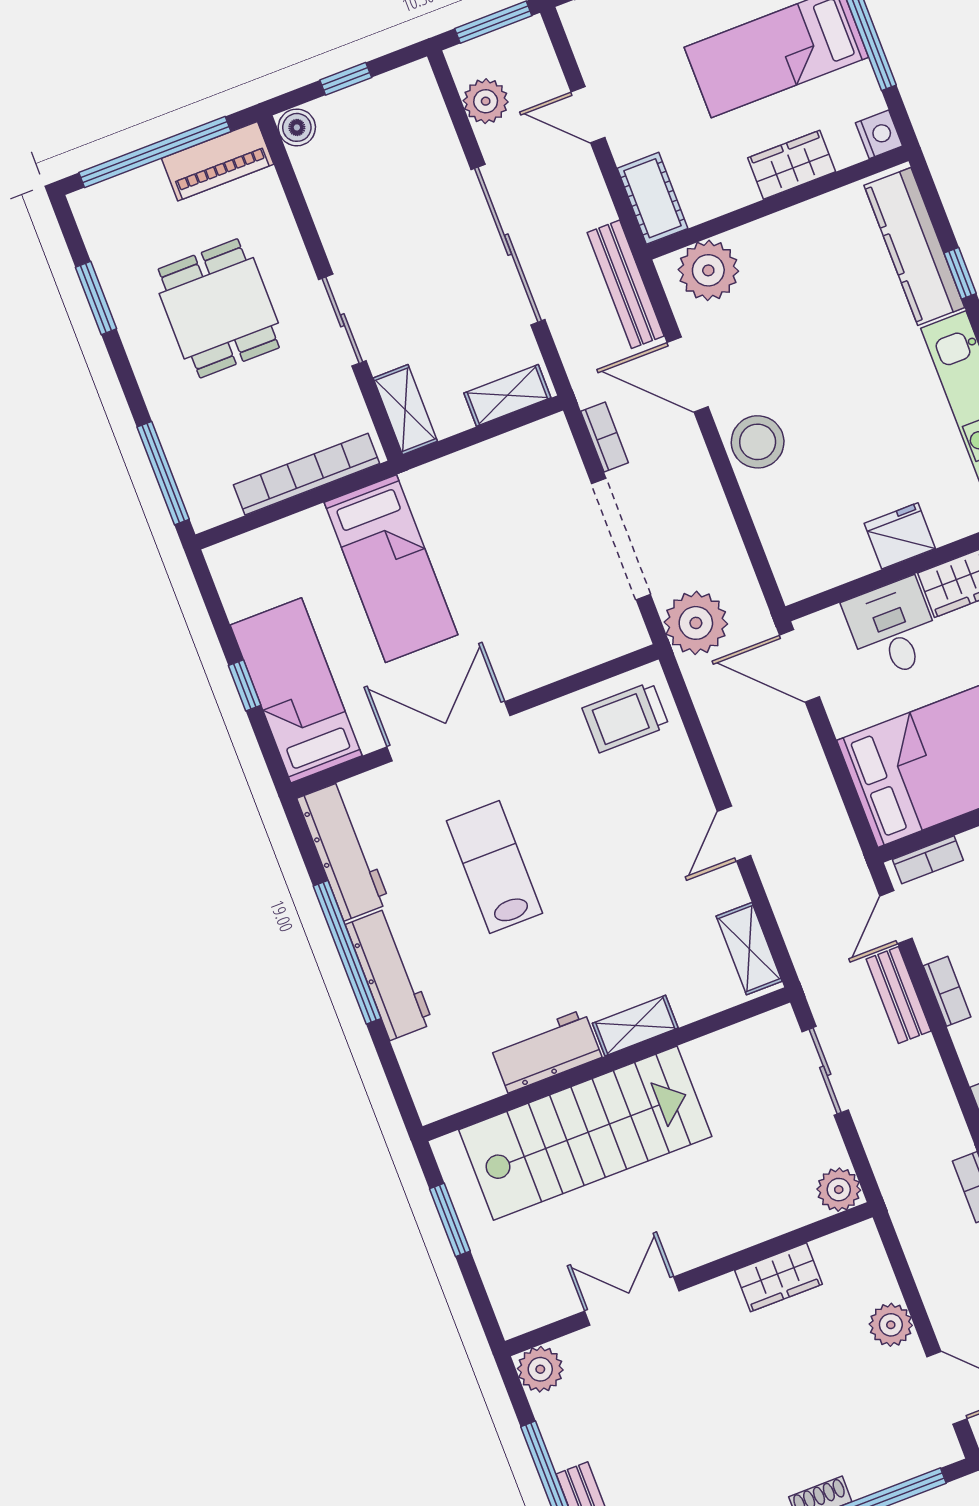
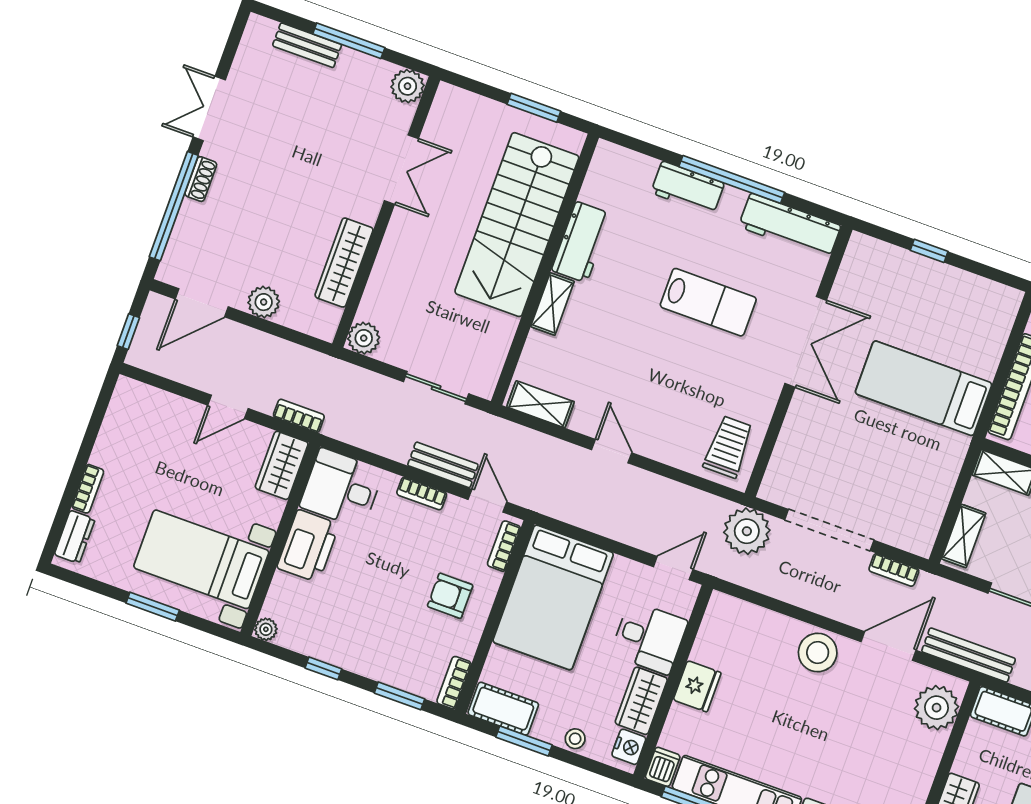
door: (799, 666) -> (673, 568), width x0.73
bed: (296, 690) -> (902, 277), removed
workbench: (389, 974) -> (688, 188), width x0.73
wardrobe: (779, 1277) -> (344, 263), width x1.50

